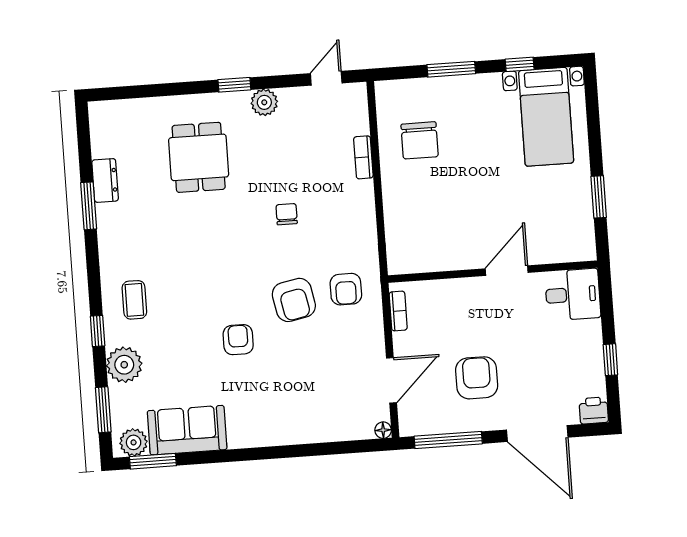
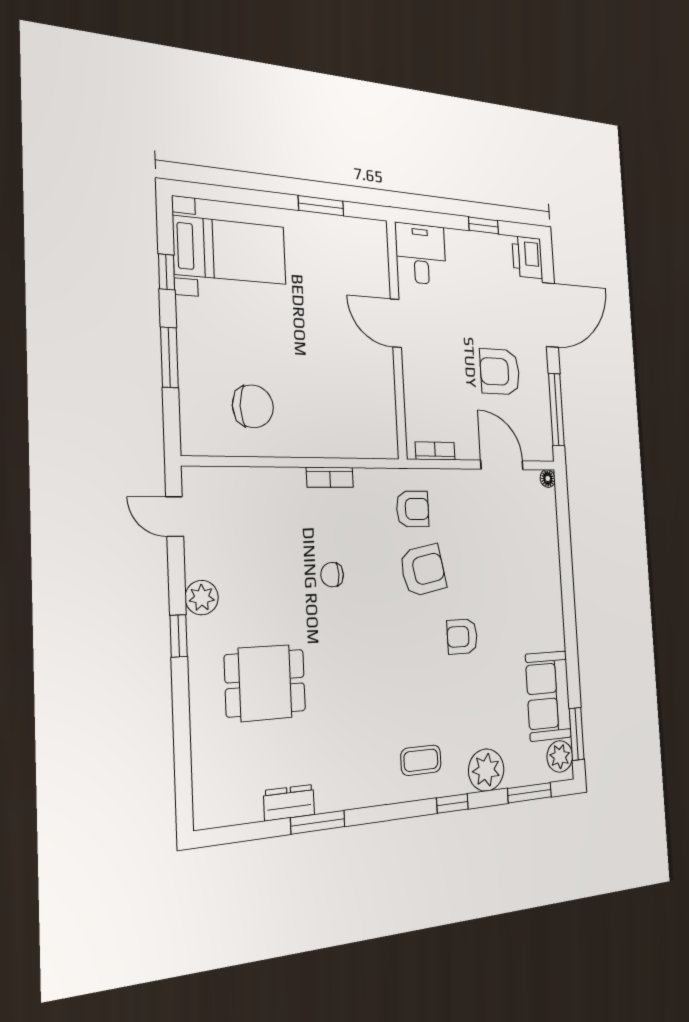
bookcase: (363, 157) -> (330, 477), moved
printer: (594, 410) -> (527, 257), width x1.36, depth x1.24

